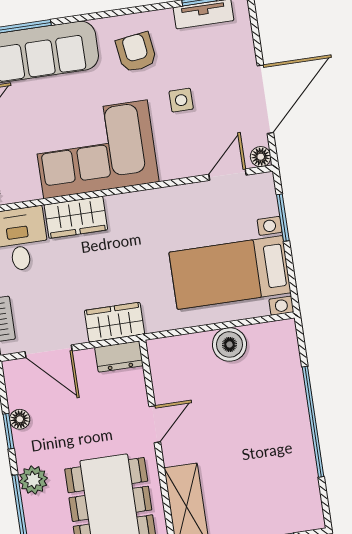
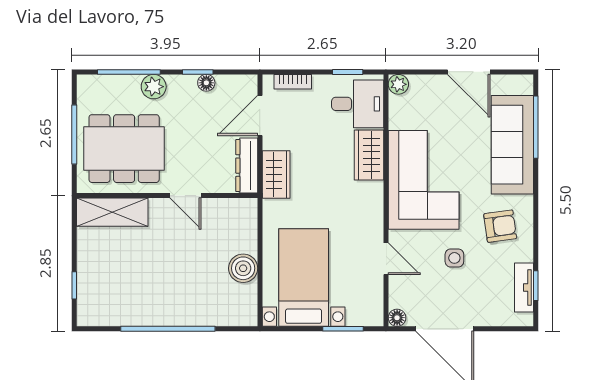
door: (228, 175) -> (386, 259), moved
dresser: (119, 357) -> (247, 166), width x1.44

